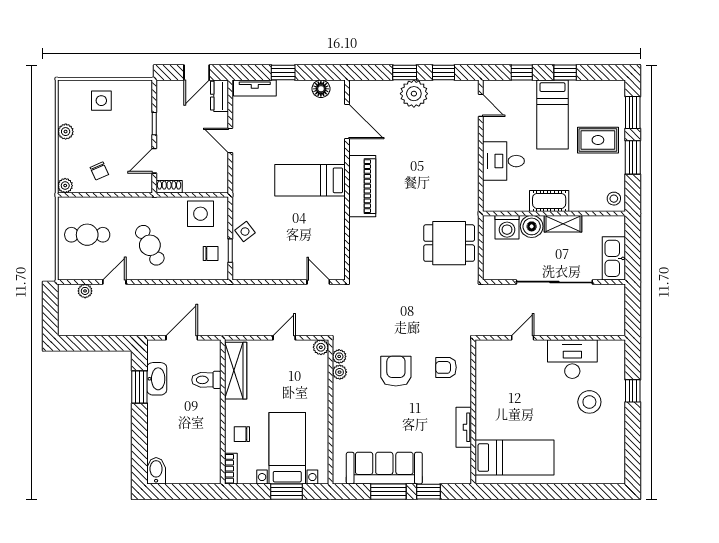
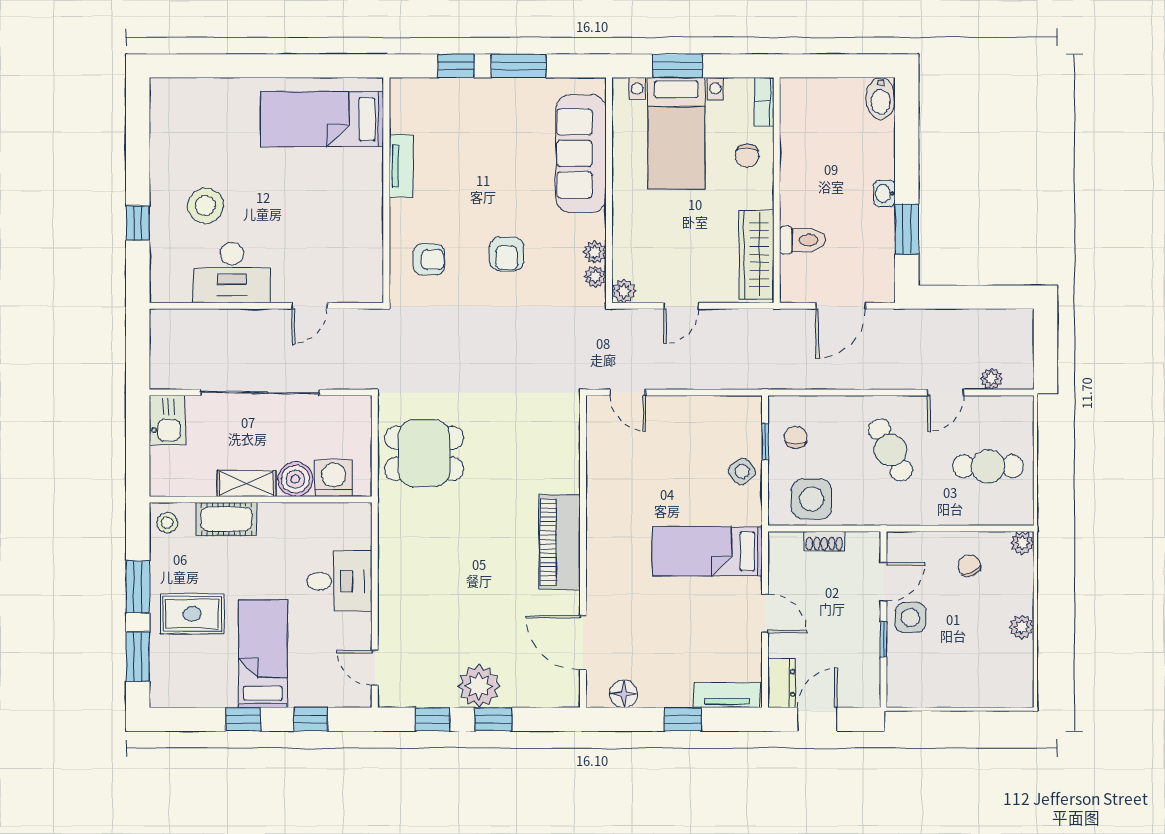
side table: (101, 101) -> (911, 618), moved
bed: (310, 180) -> (707, 551), moved, turned 180
shoe rack: (169, 187) -> (824, 541), moved
cot: (549, 201) -> (226, 519), moved
chair: (211, 253) -> (796, 437), turned 90
kitchen sink: (614, 258) -> (167, 420), width x0.73
armchair: (396, 371) -> (507, 254), width x0.72, depth x0.72
washbasin: (157, 379) -> (884, 193), moved, width x0.52, depth x0.69
chair: (242, 434) -> (747, 156), turned 90
sofa: (384, 468) -> (581, 153), moved, turned 90

